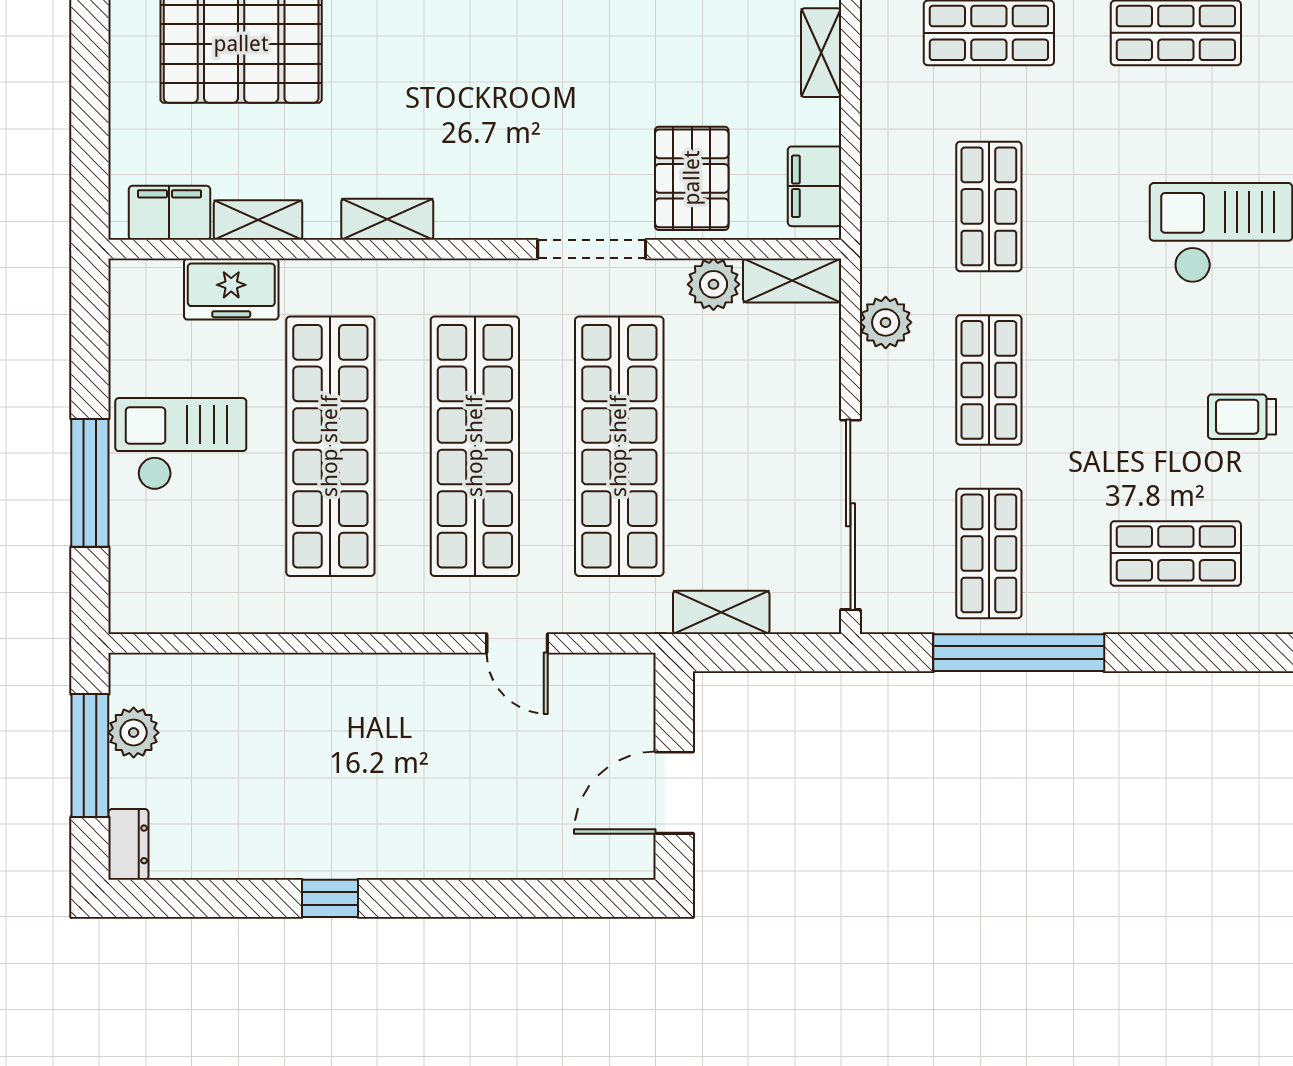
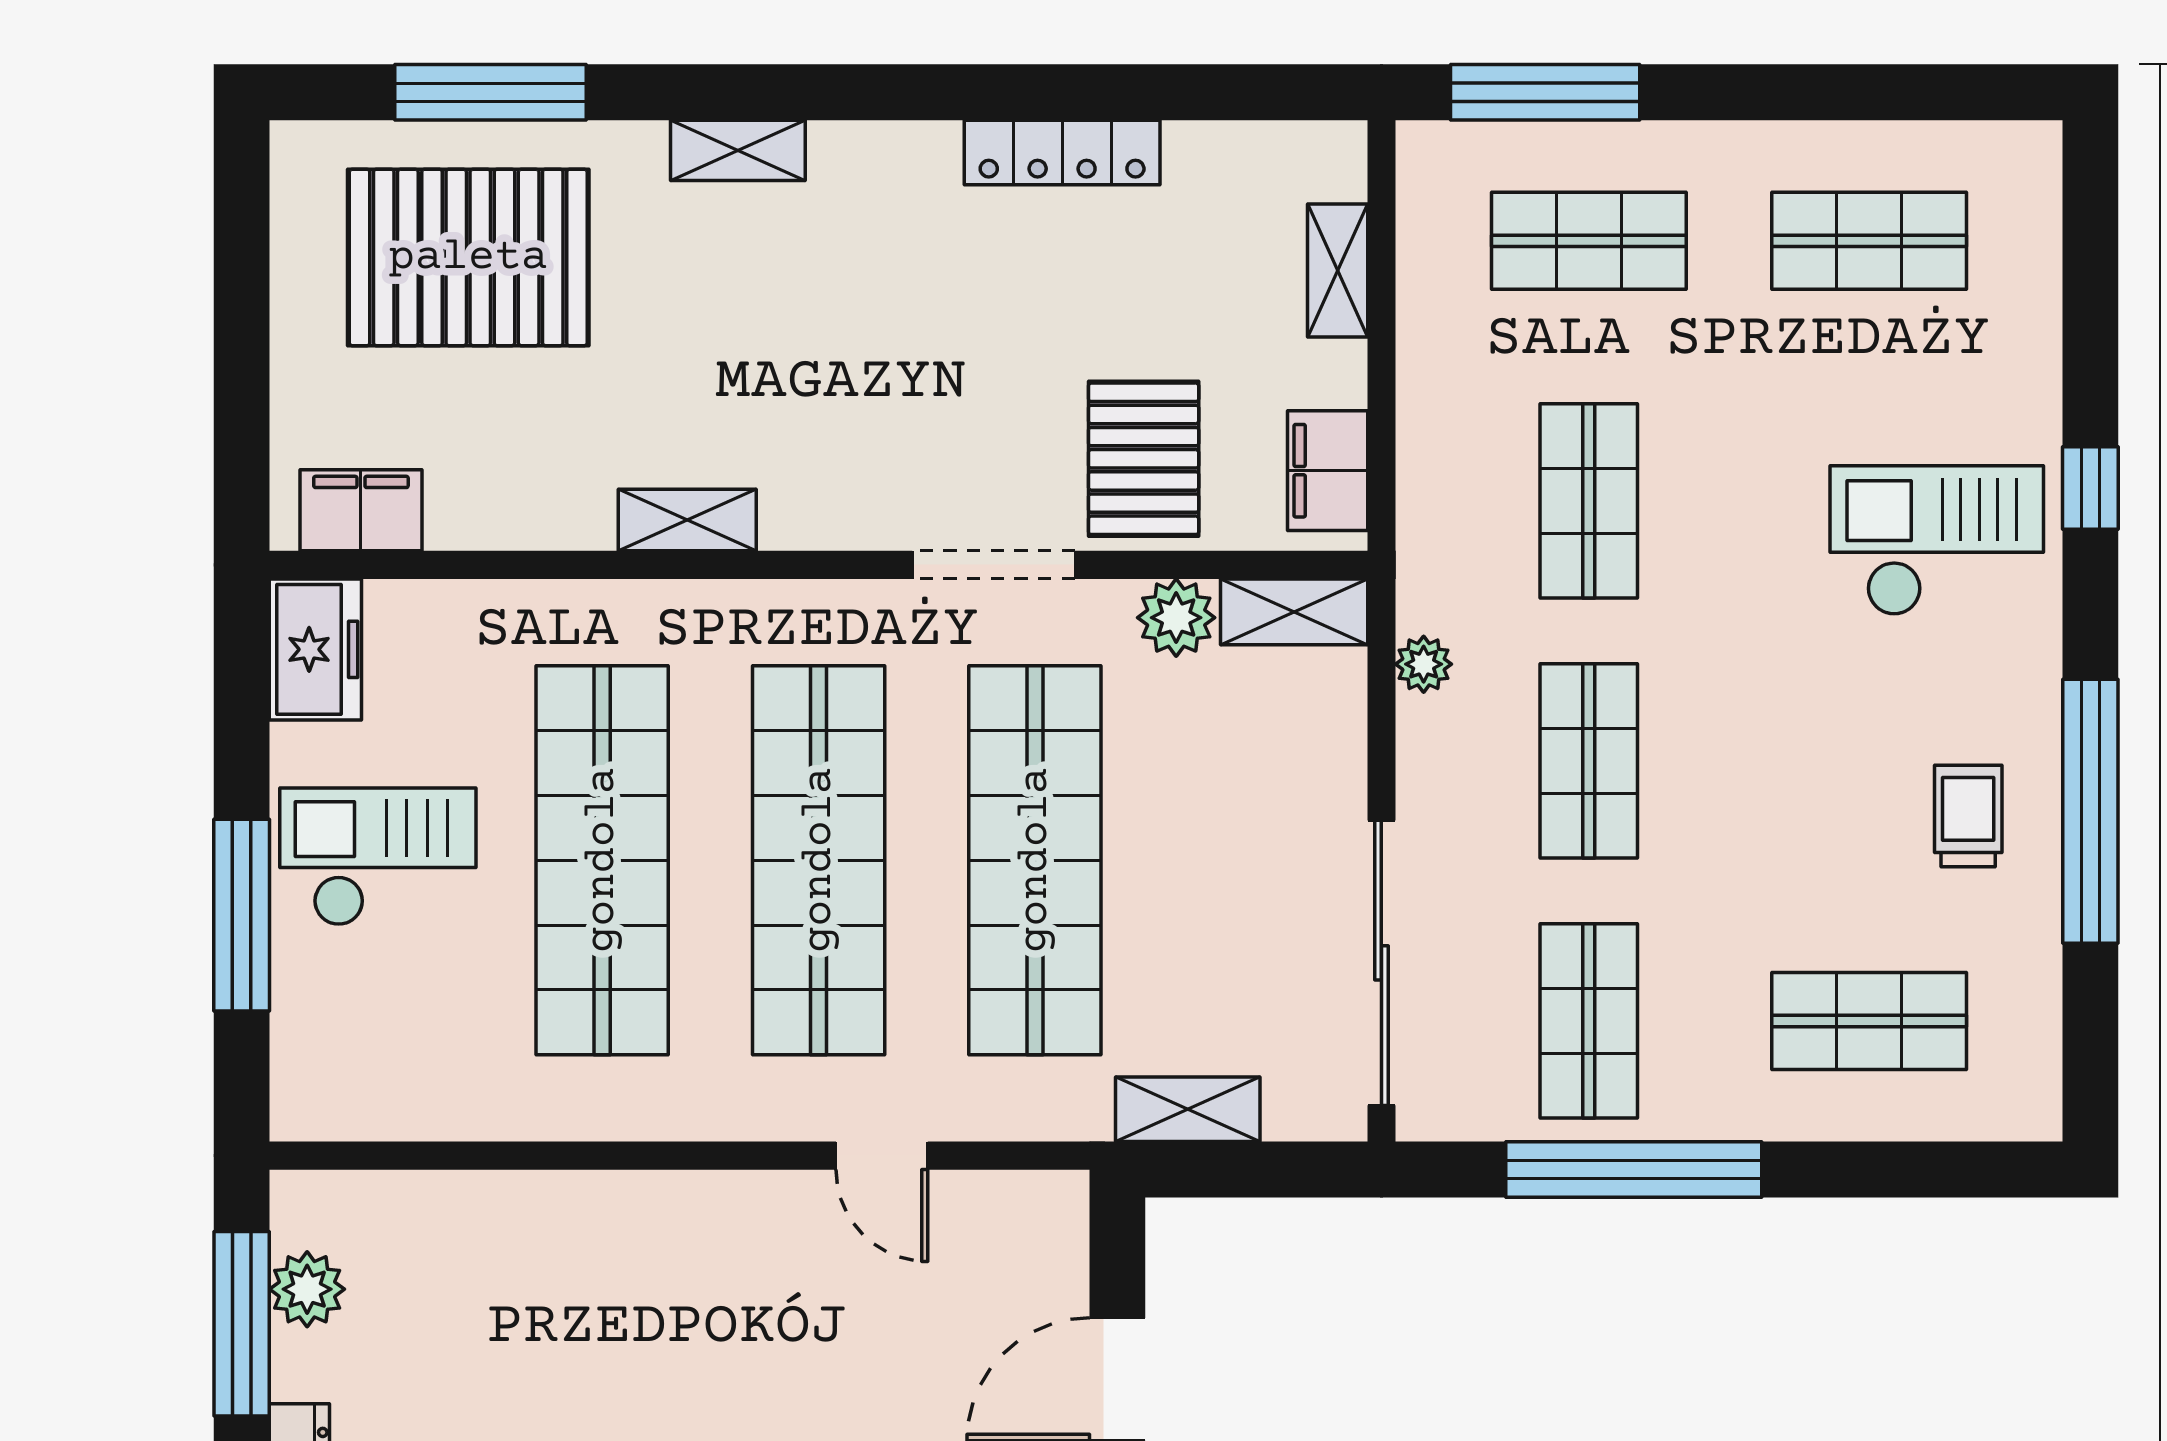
shelving: (258, 220) -> (494, 521), removed
freezer: (231, 289) -> (315, 649), moved, turned -90
plant: (886, 322) -> (1424, 664), width x0.73, depth x0.73
trolley: (1242, 417) -> (1968, 816), turned 90

